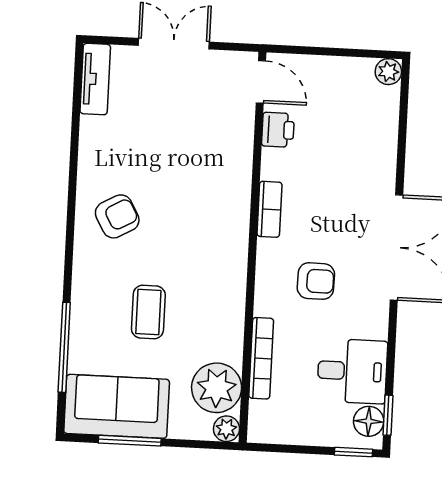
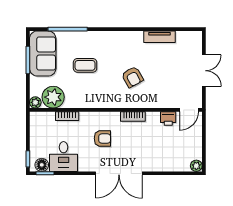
tv unit: (95, 79) -> (160, 37), moved
armchair: (117, 216) -> (132, 77), moved
armchair: (316, 281) -> (102, 138), turned -91
bookcase: (261, 358) -> (67, 116), width x0.64

